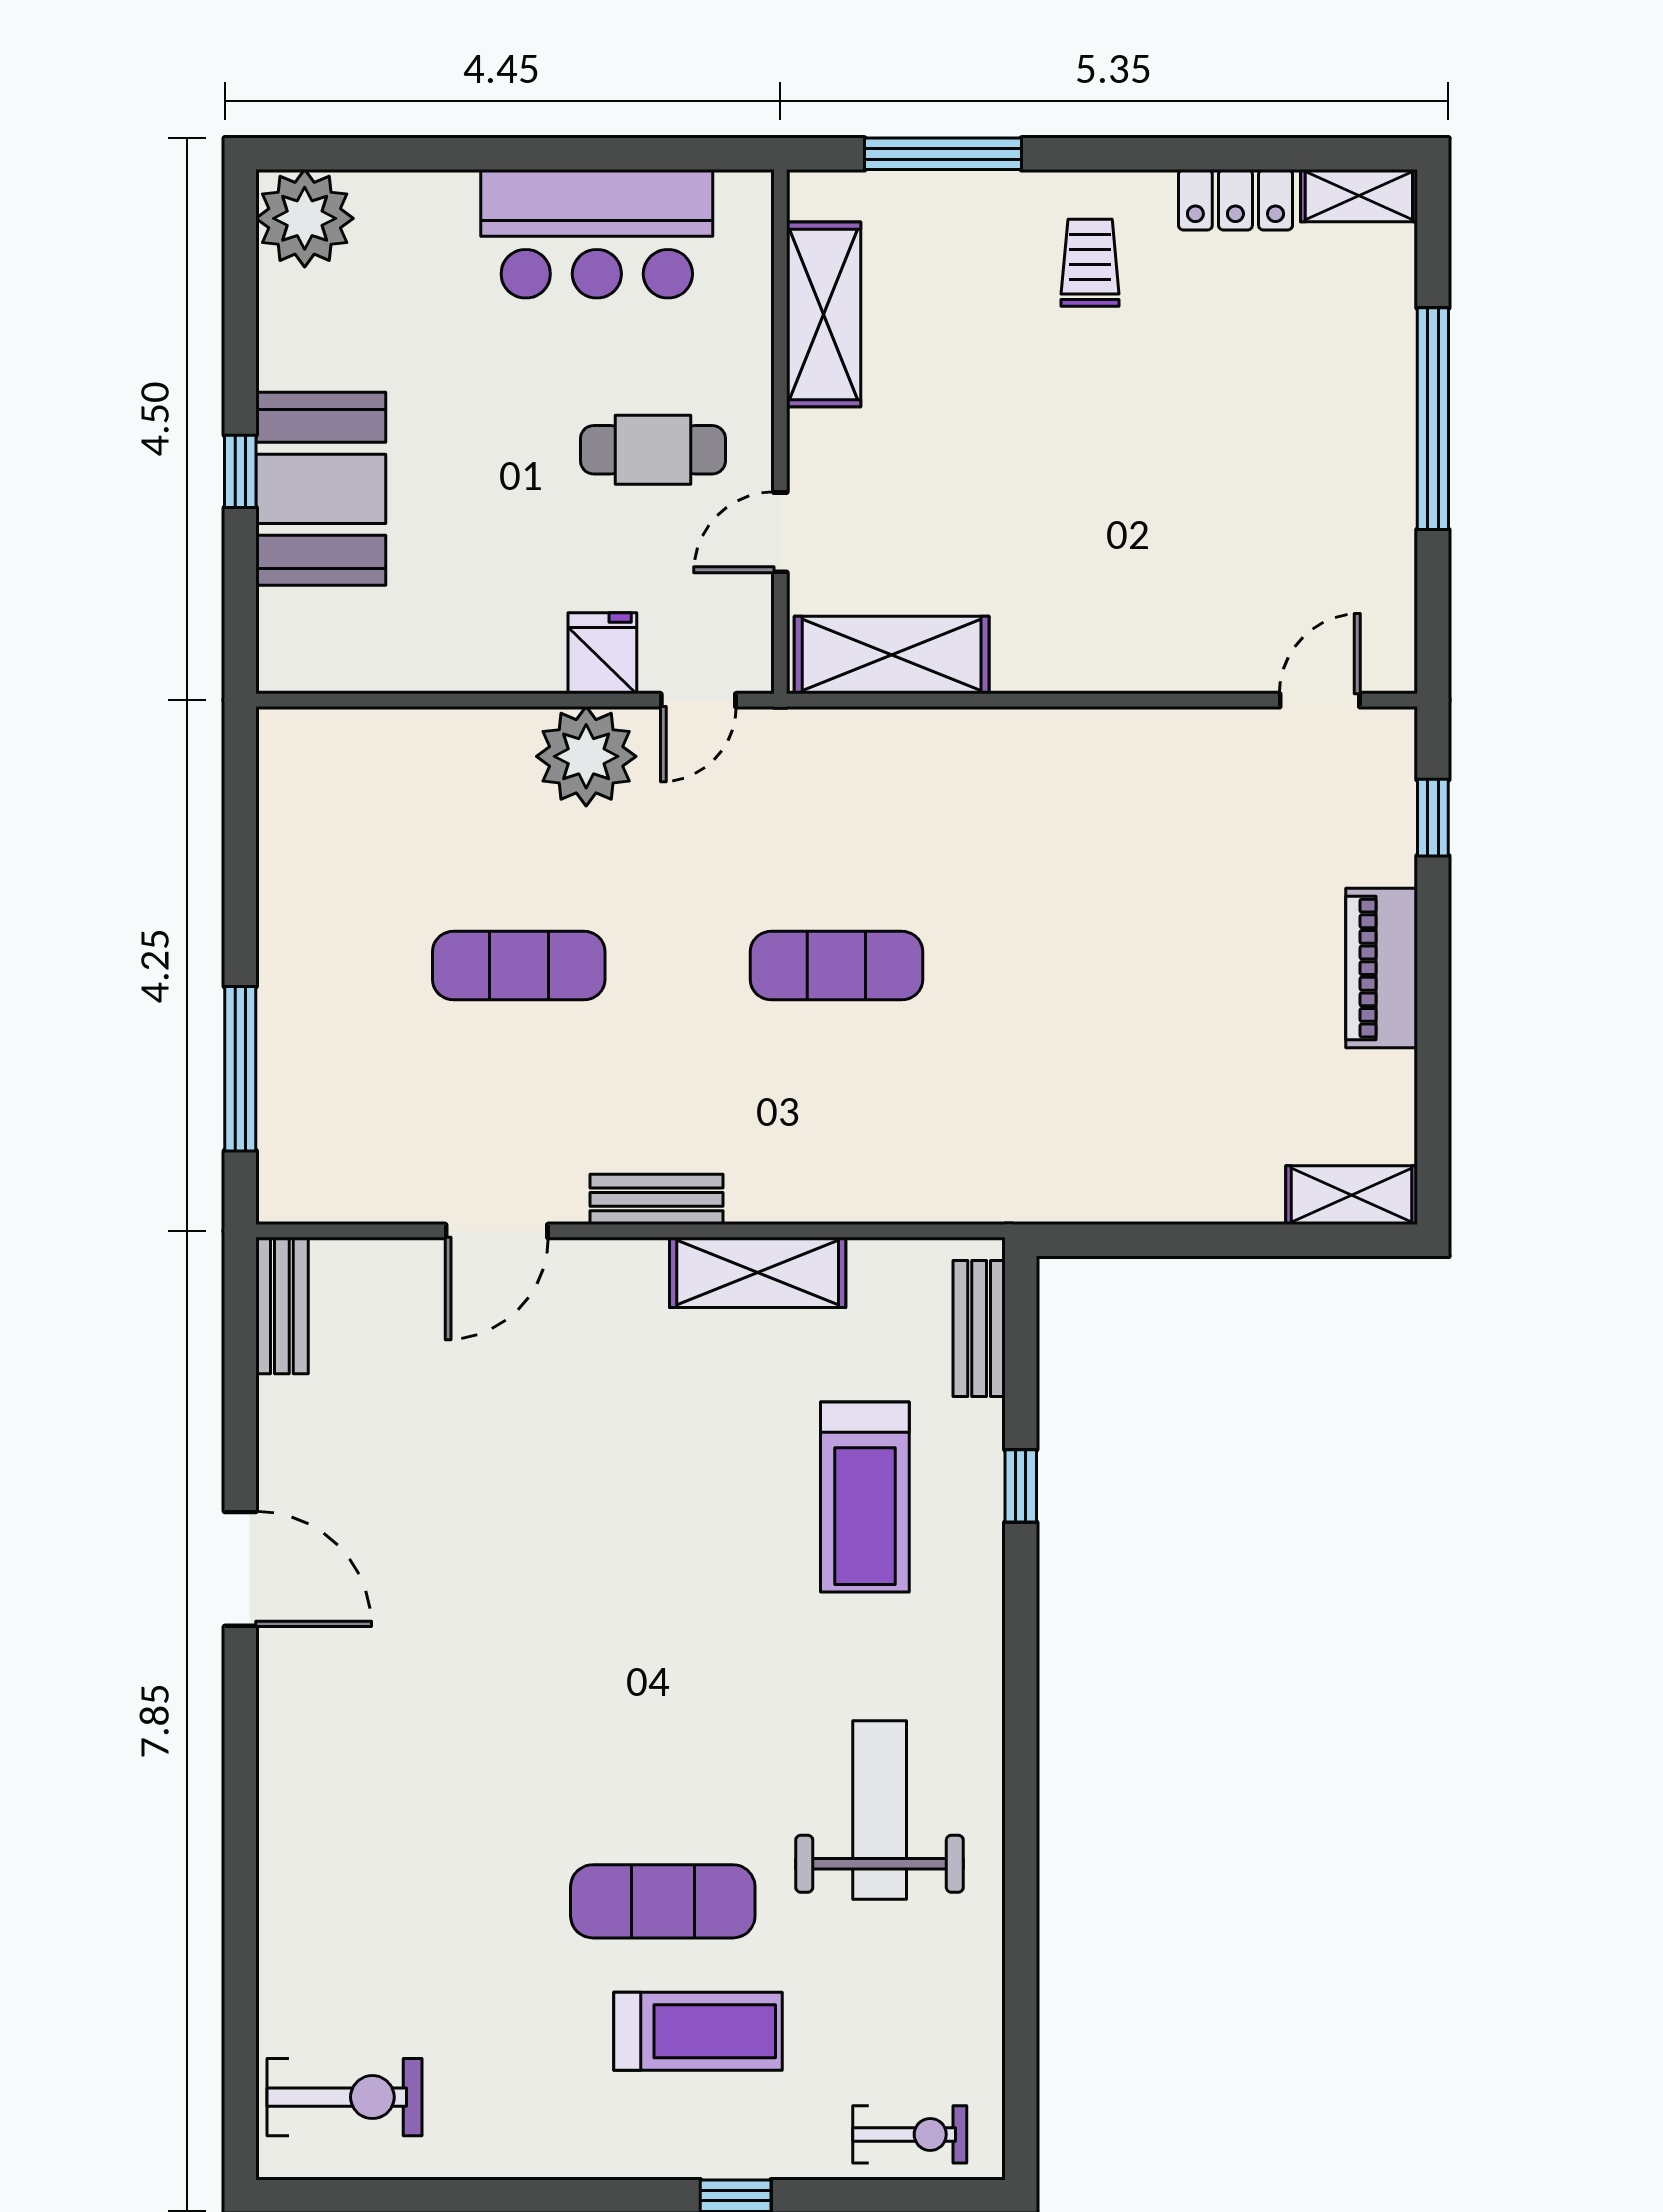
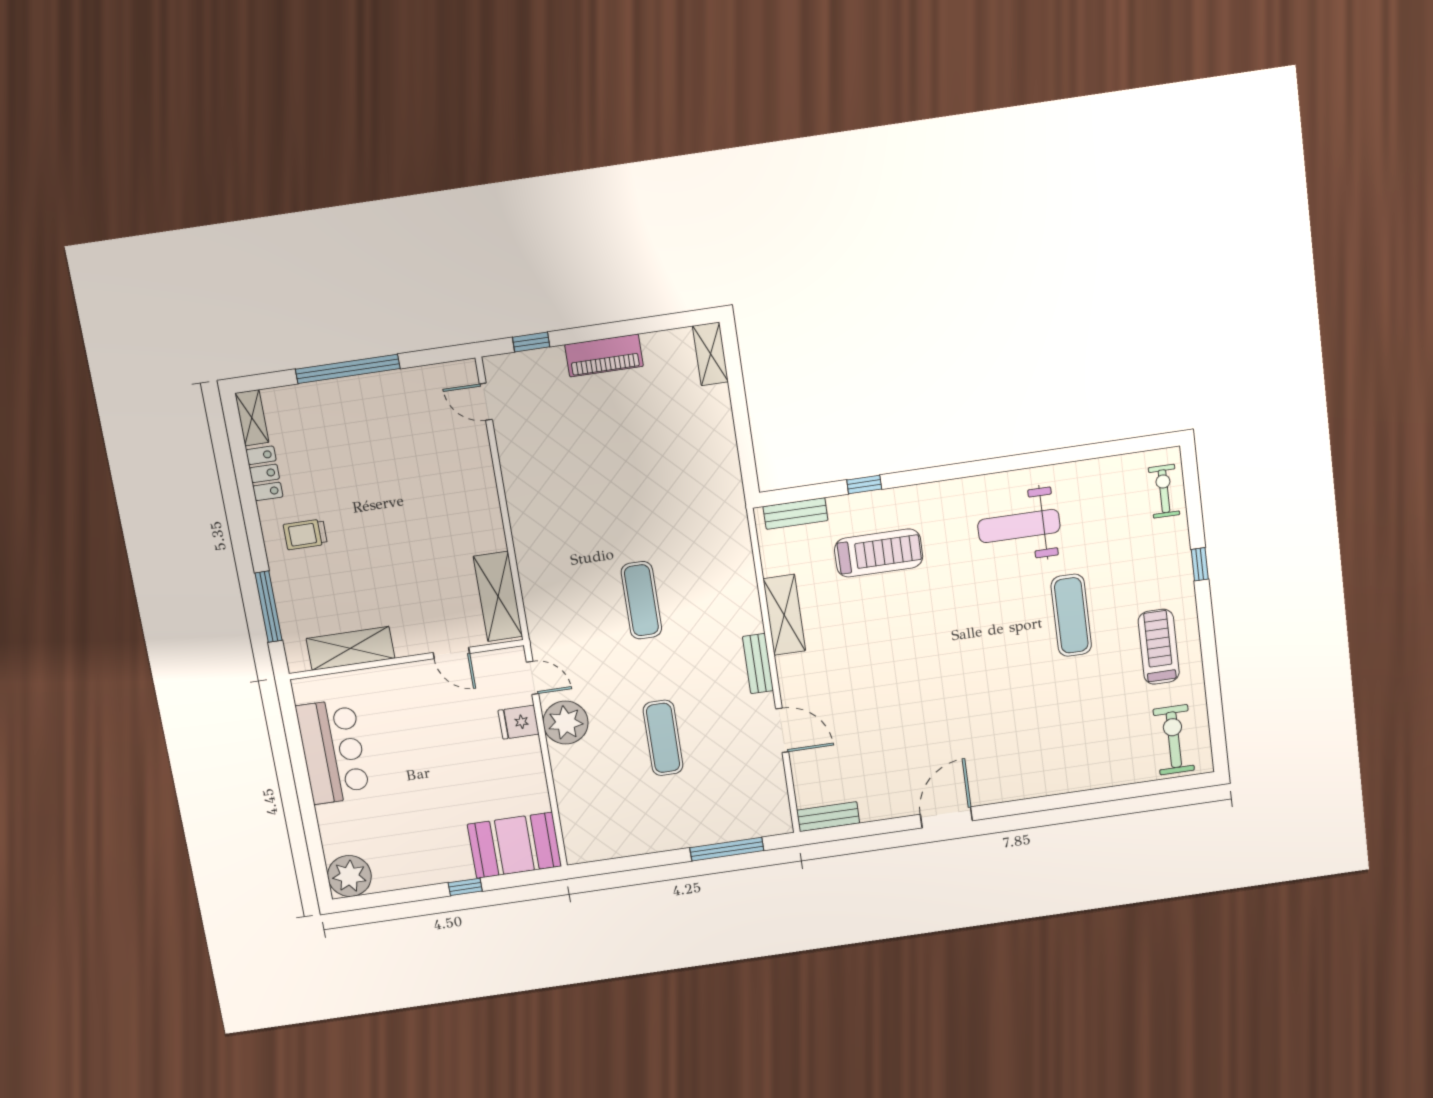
cafe table: (653, 450) -> (424, 714), removed
booth: (321, 489) -> (514, 845), moved
treadmill: (698, 2031) -> (1159, 647), moved

